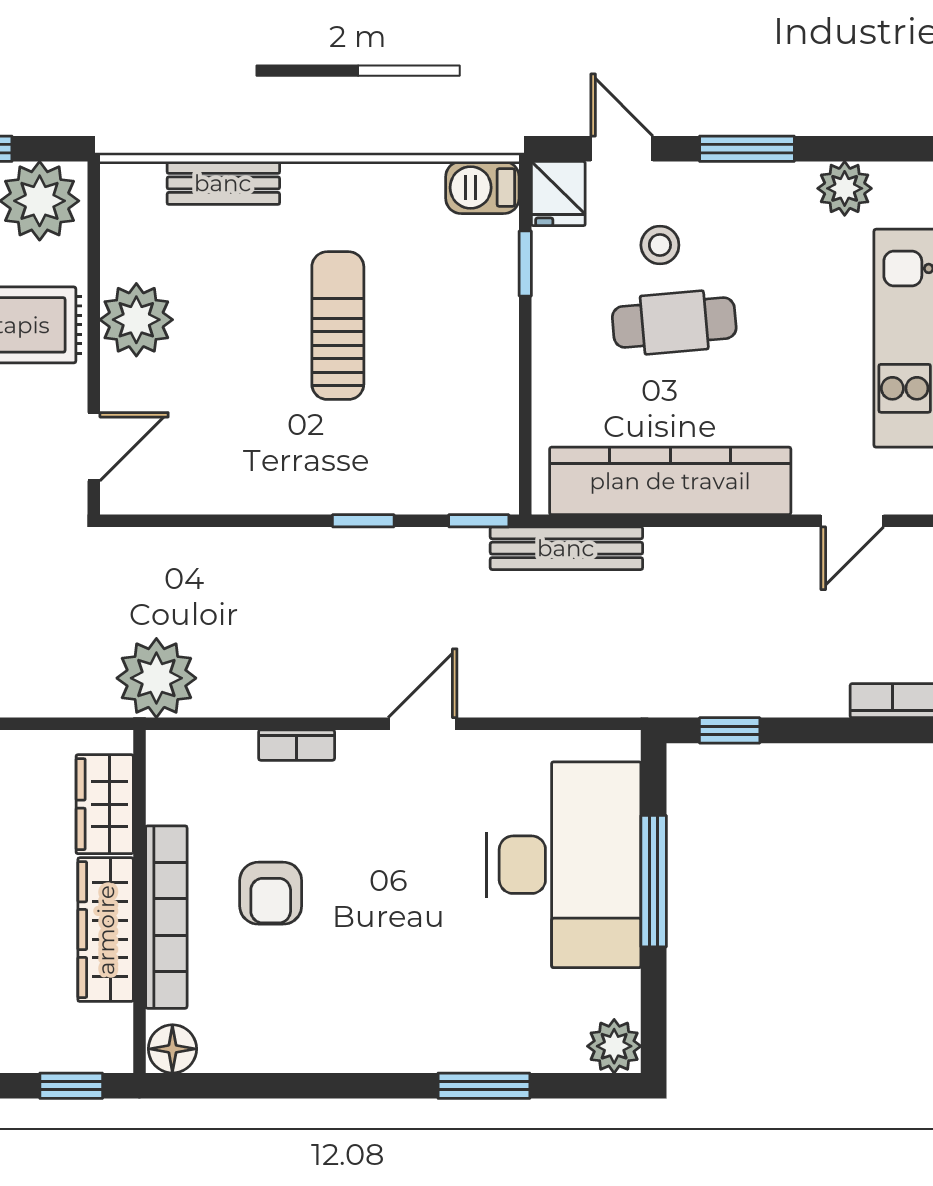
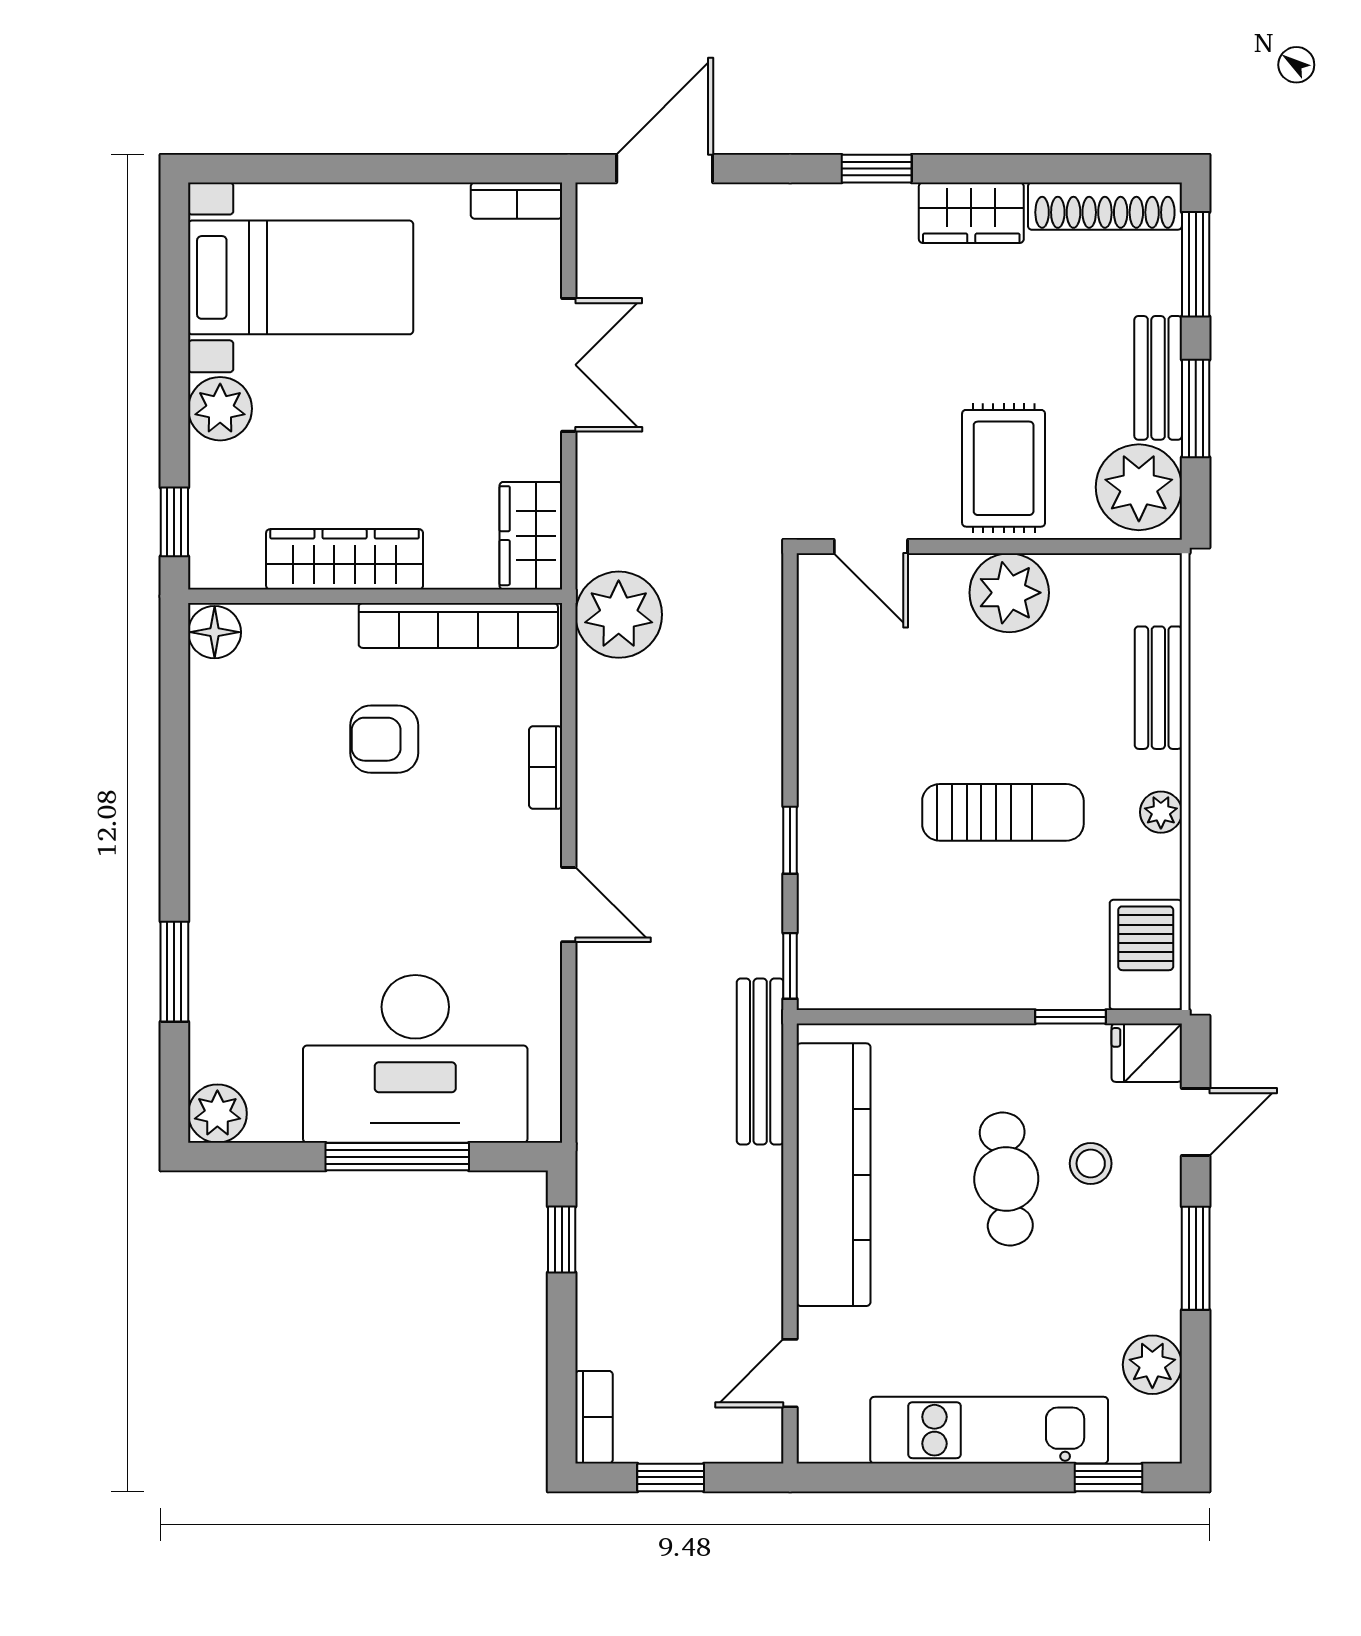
plant: (338, 181) -> (1161, 812), added
barbecue: (482, 188) -> (1146, 955), width x1.38, depth x1.27
door: (852, 521) -> (790, 1373), hinge flipped
wardrobe: (105, 804) -> (531, 536), moved, turned -90
bookcase: (166, 917) -> (458, 625), moved

